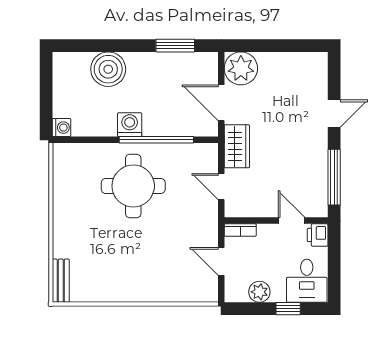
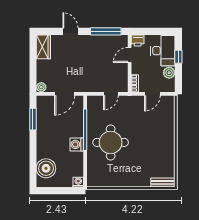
plant: (241, 68) -> (41, 87), width x0.53, depth x0.53
boiler: (108, 69) -> (46, 168), moved
wardrobe: (237, 146) -> (43, 47), moved, turned 90
desk: (307, 281) -> (163, 51), width x1.37

